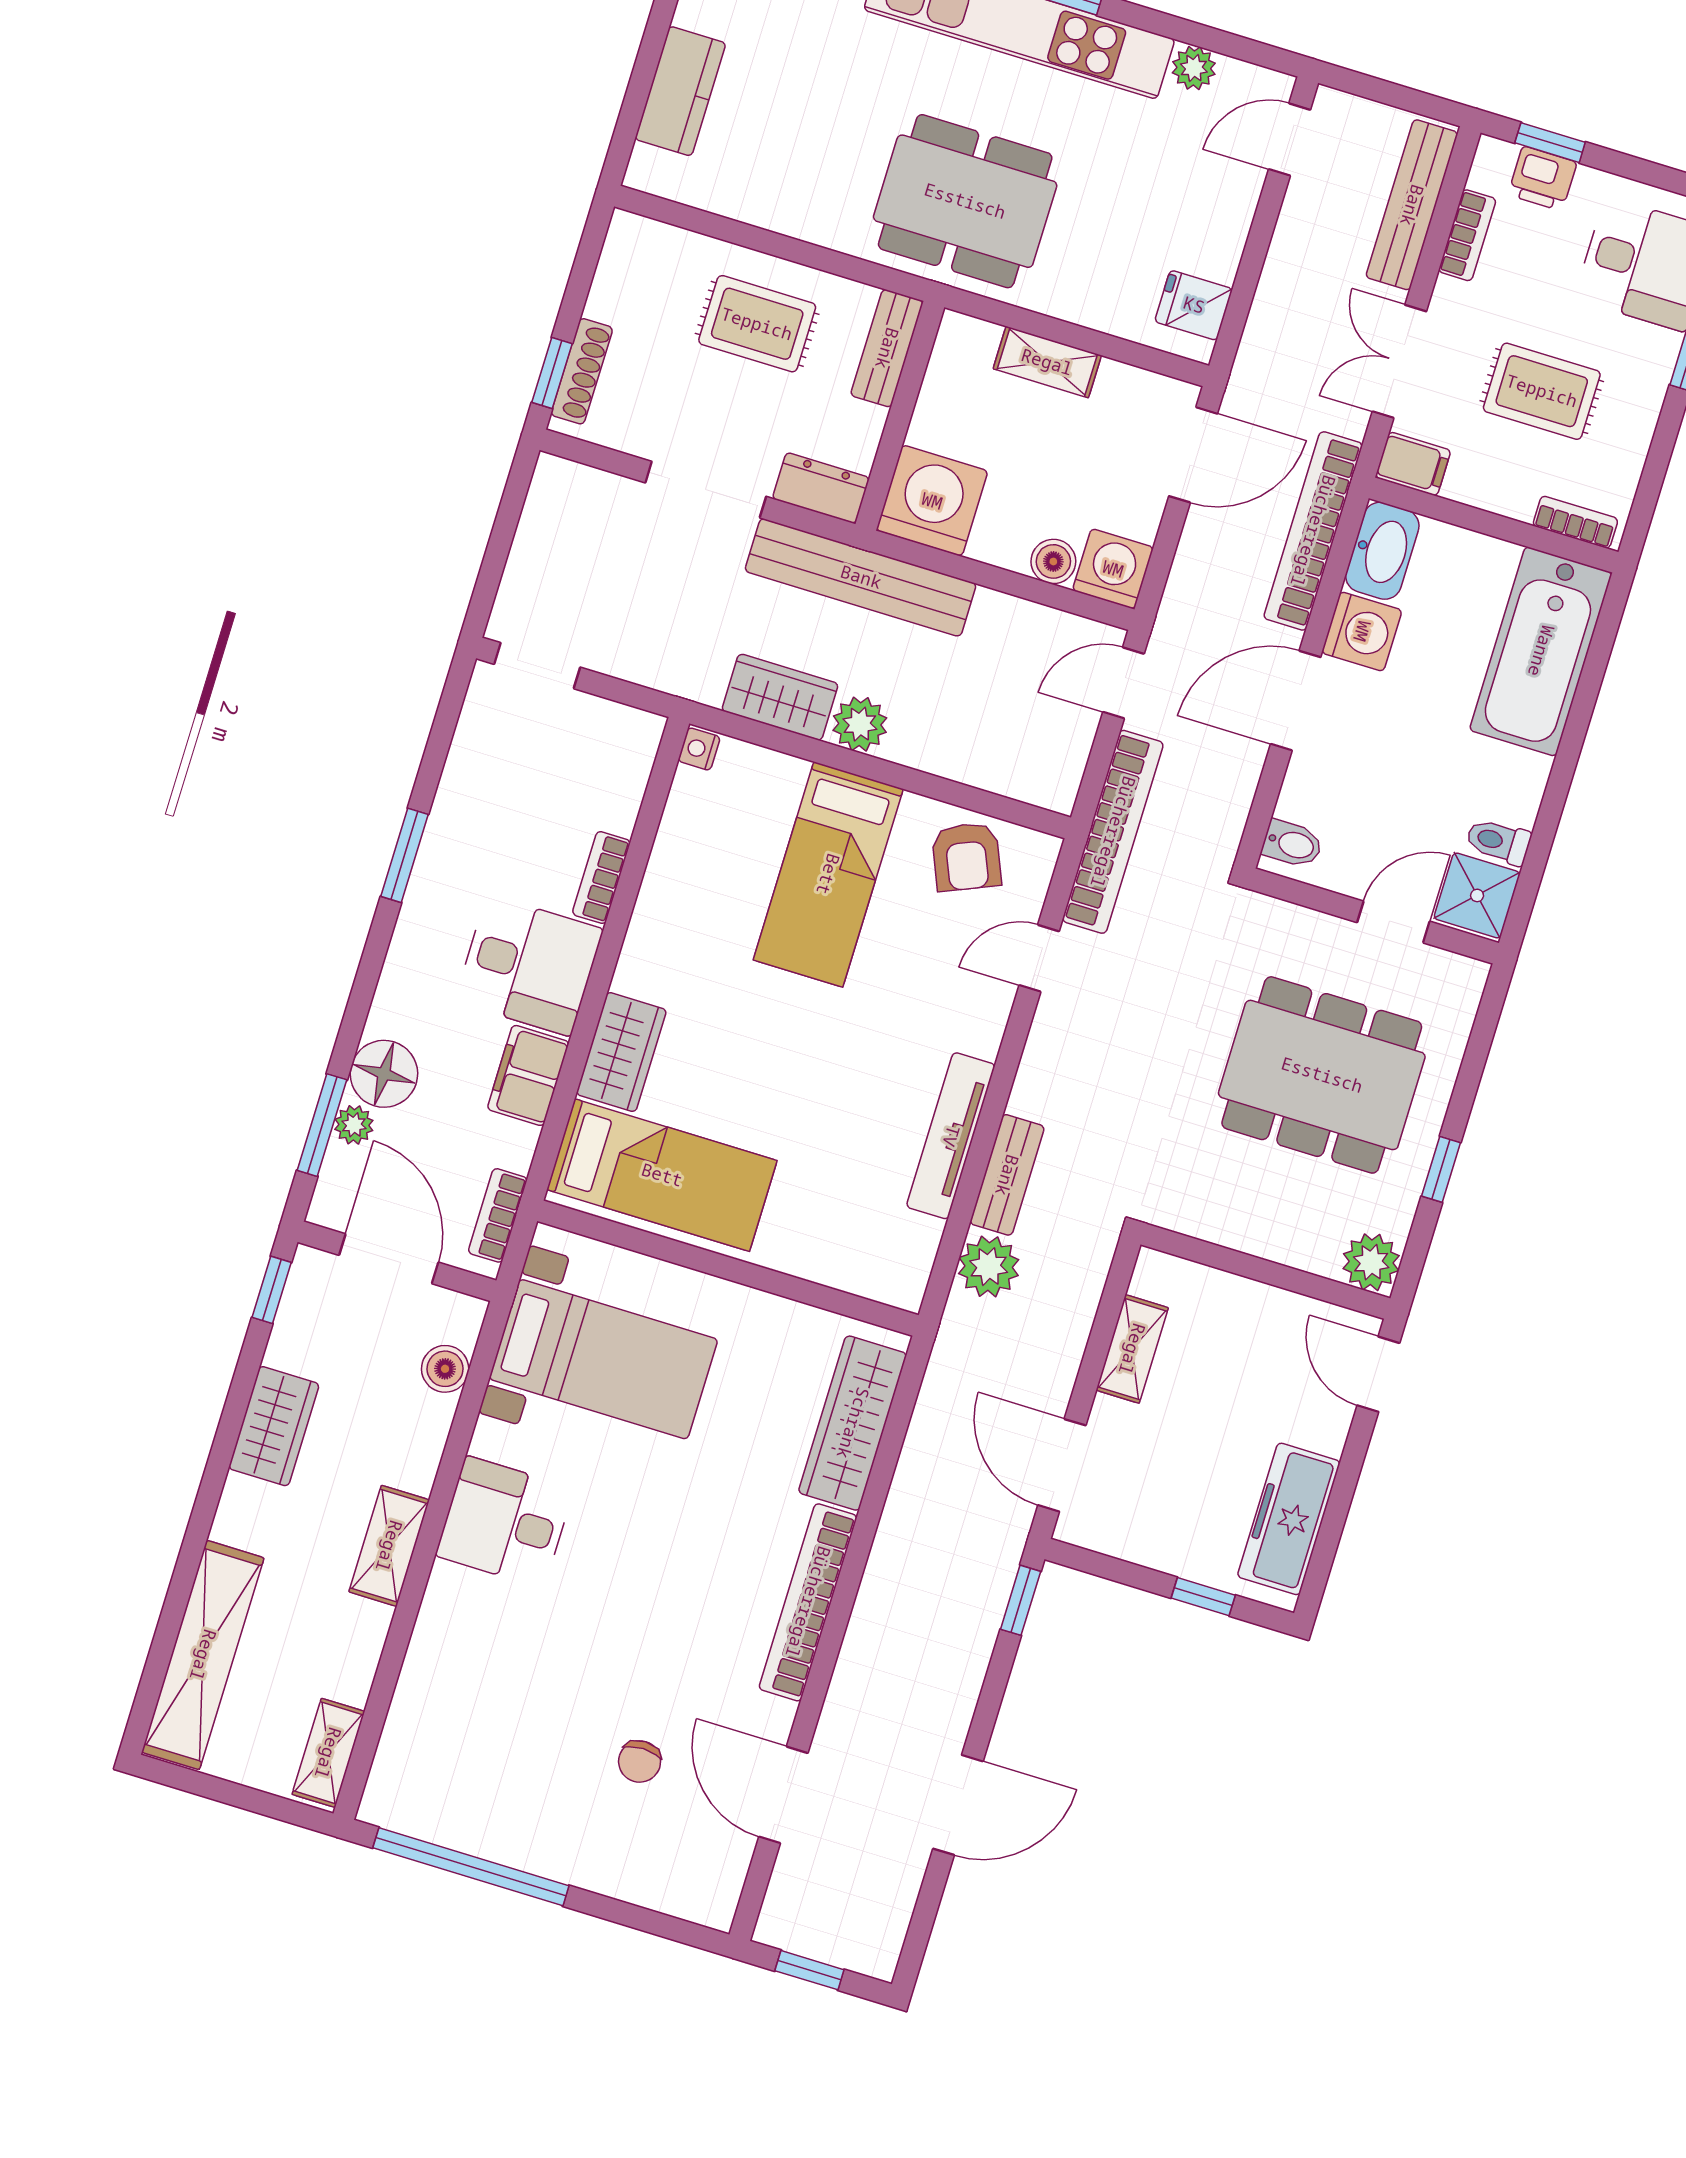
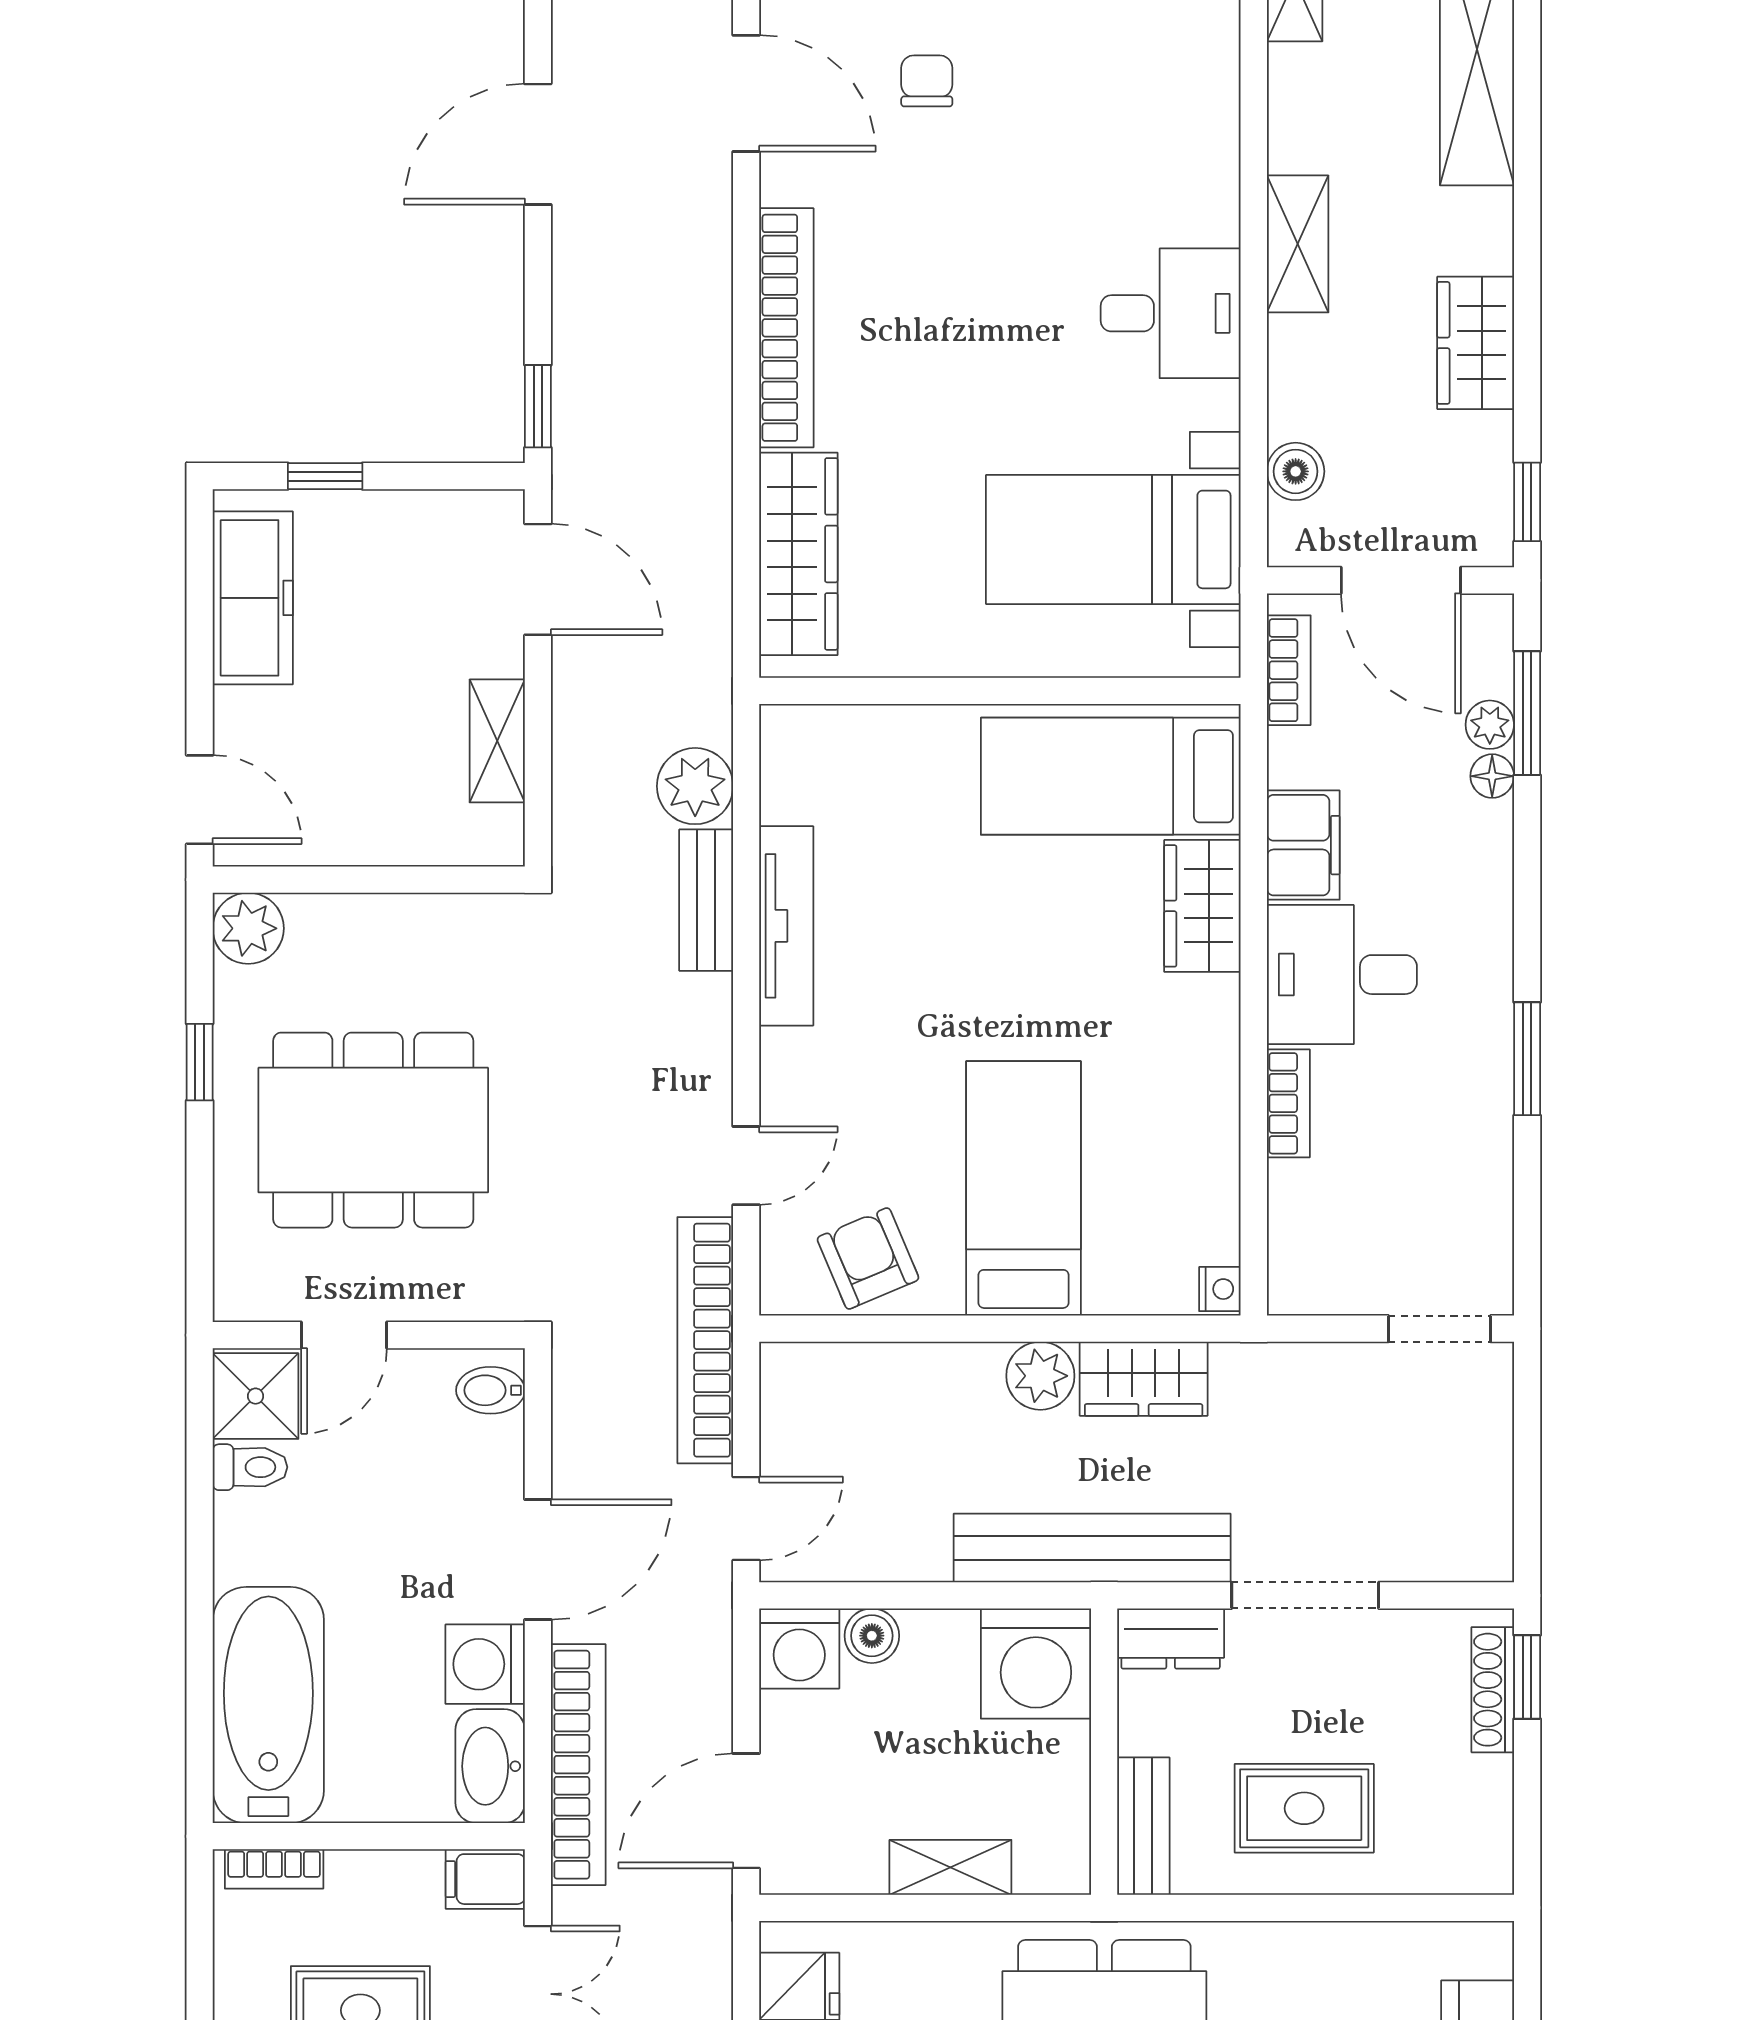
floor lamp: (384, 1074) -> (1492, 776), width x0.53, depth x0.53

